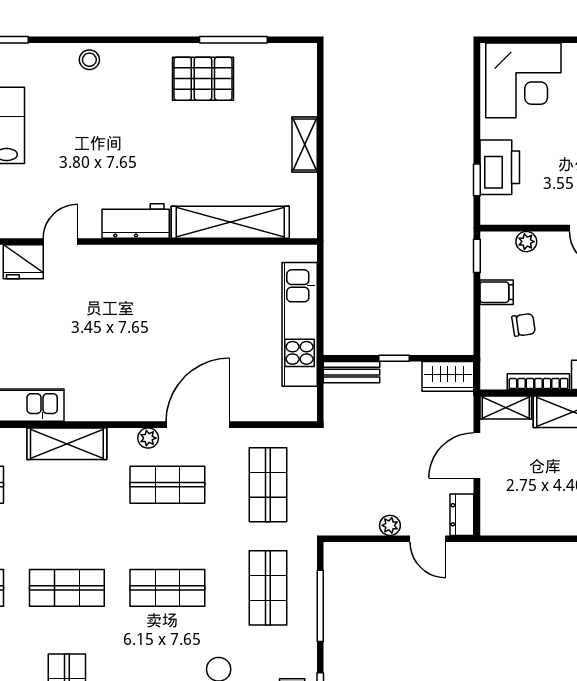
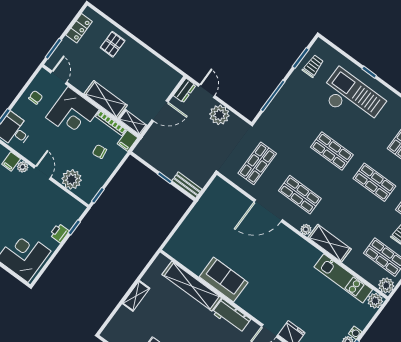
printer: (500, 167) -> (59, 233), width x0.53, depth x0.68
plant: (526, 242) -> (72, 179), width x1.88, depth x1.88
sofa: (189, 268) -> (224, 280), added
filing cabinet: (497, 292) -> (127, 141), moved, turned -90
kitchen unit: (300, 324) -> (194, 221), removed
wardrobe: (448, 376) -> (148, 153), removed
plant: (148, 438) -> (306, 229), moved
plant: (390, 525) -> (219, 115), width x1.87, depth x1.87
shop shelf: (268, 588) -> (289, 120), removed

